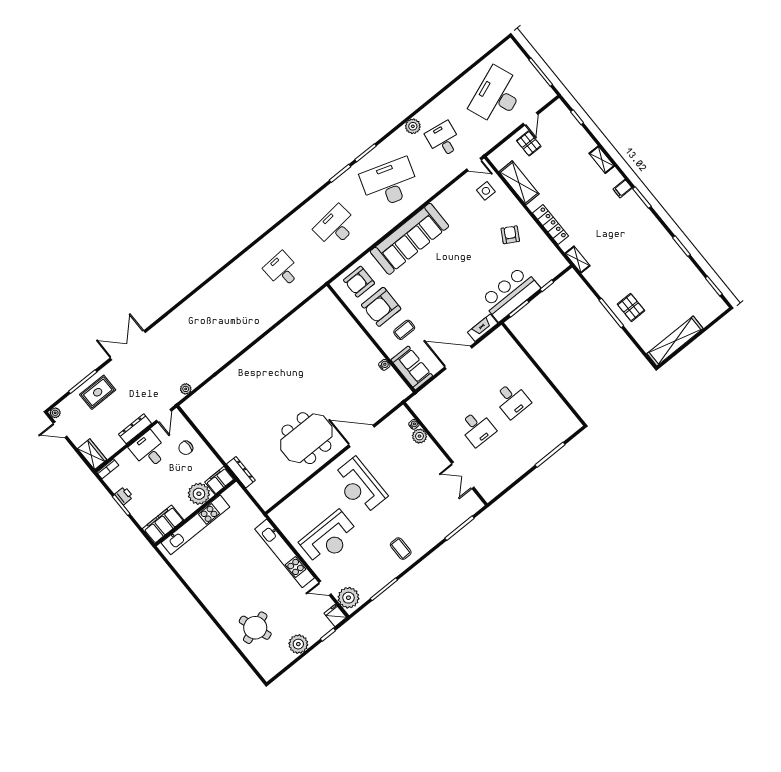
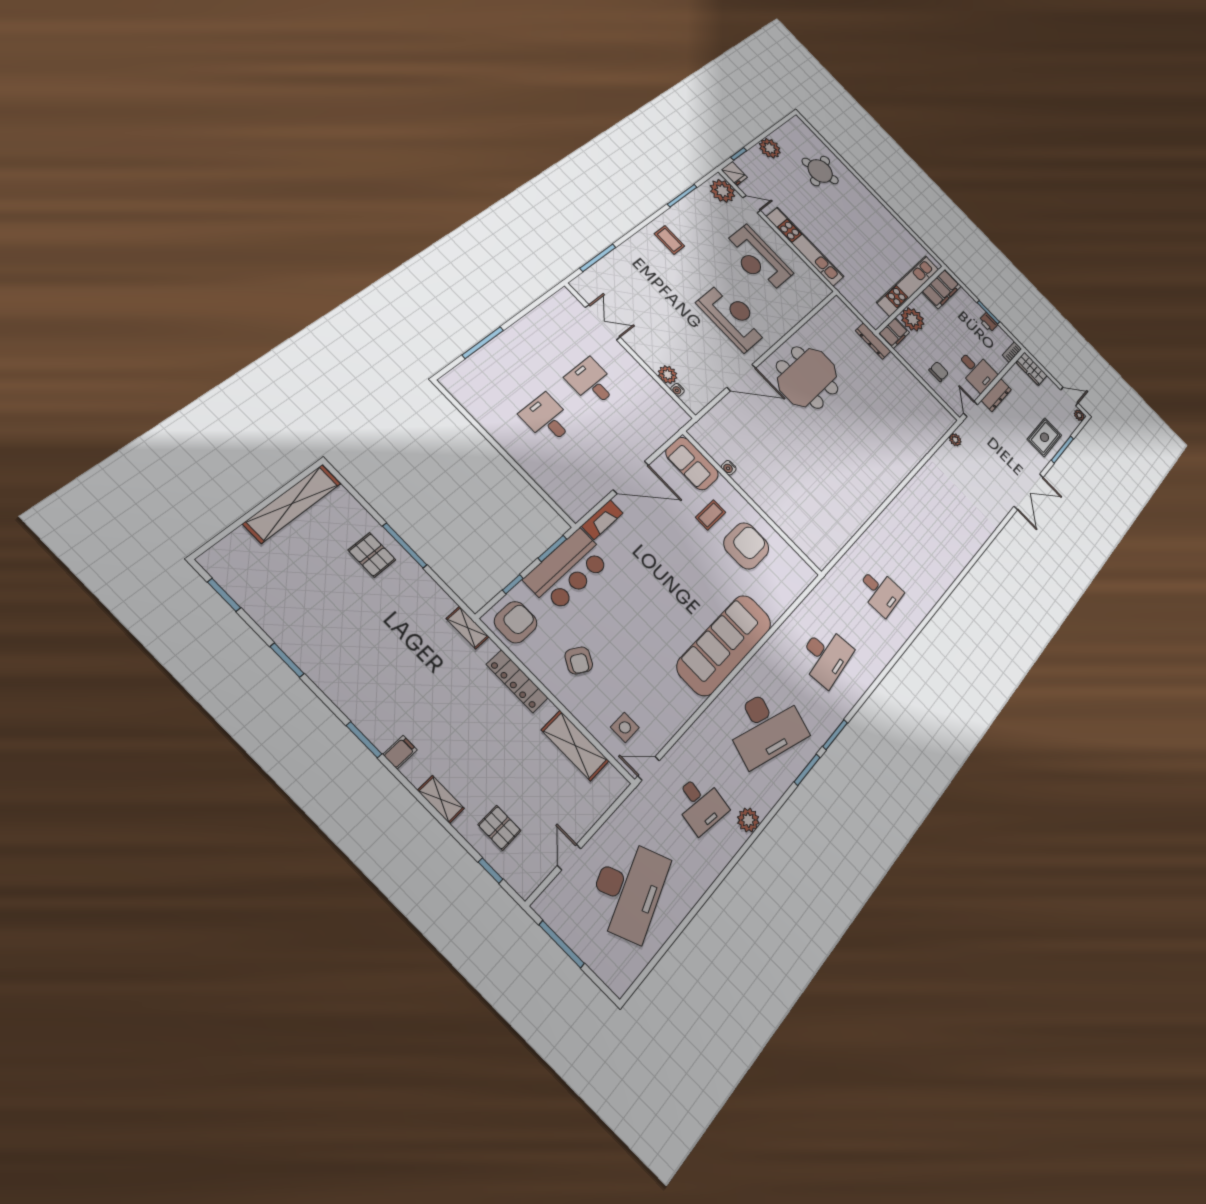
pallet: (529, 143) -> (500, 828), moved
armchair: (359, 282) -> (516, 622), moved
reception desk: (329, 538) -> (758, 259), turned -90

